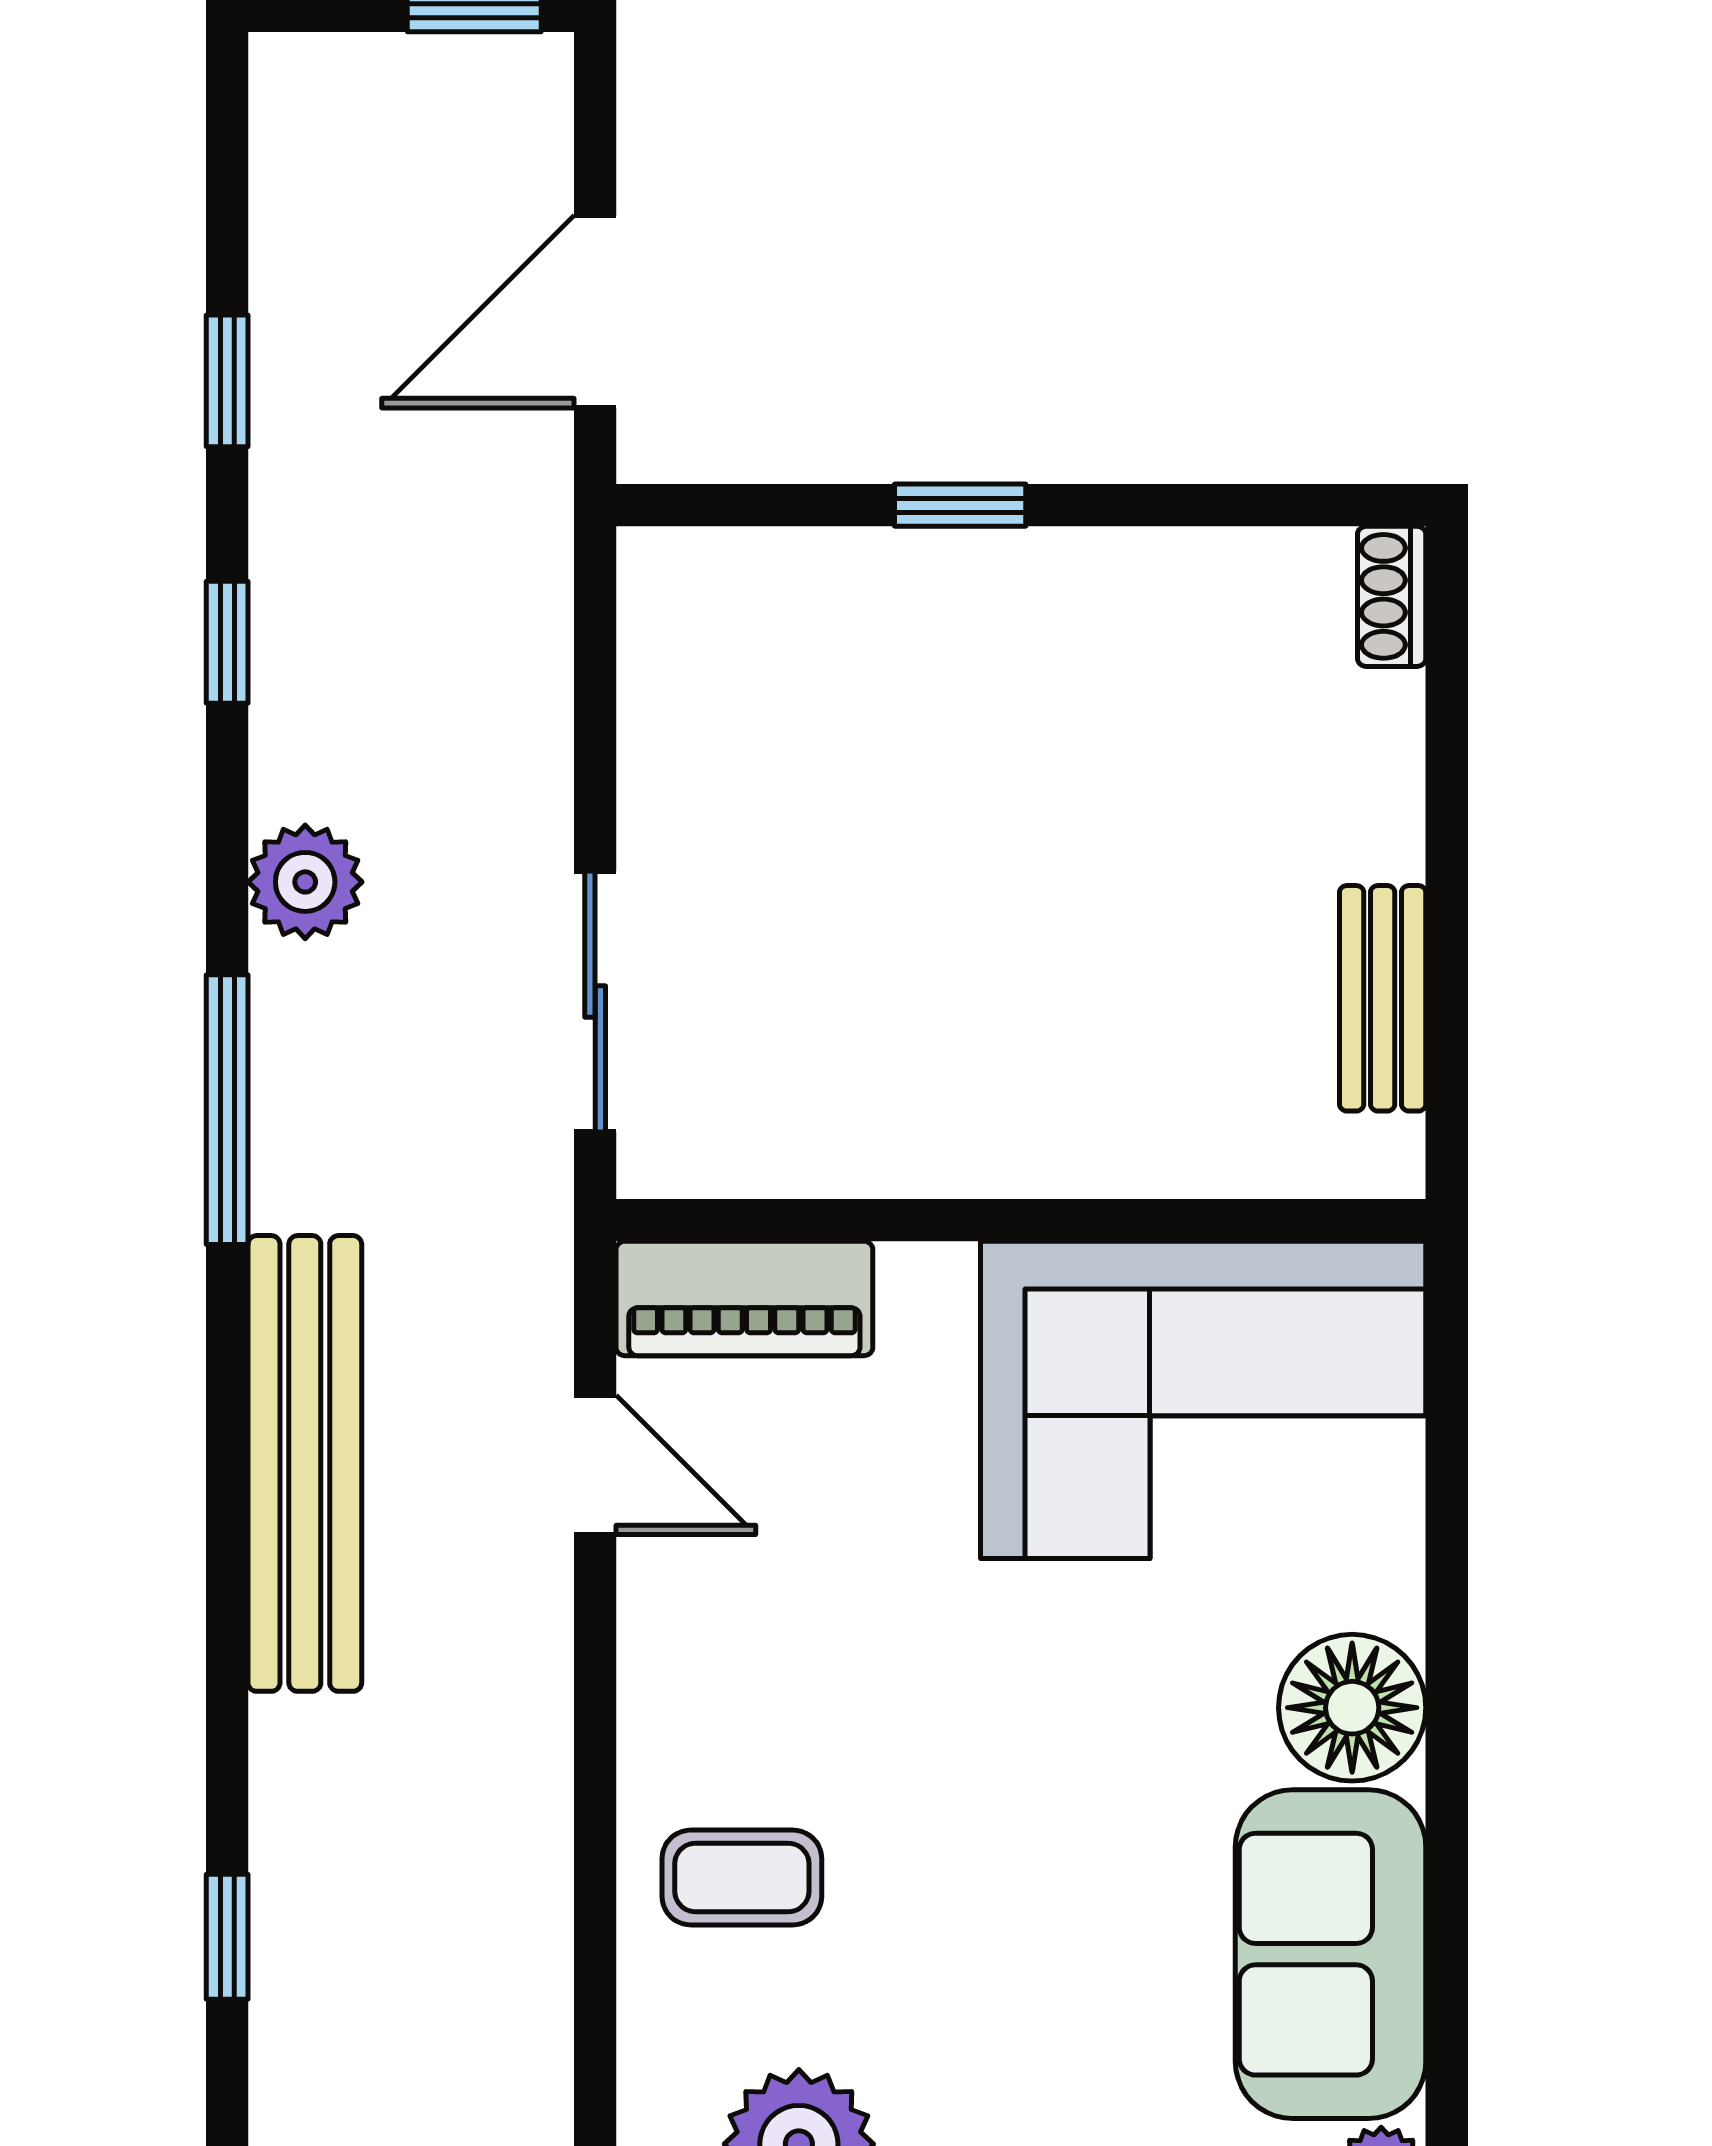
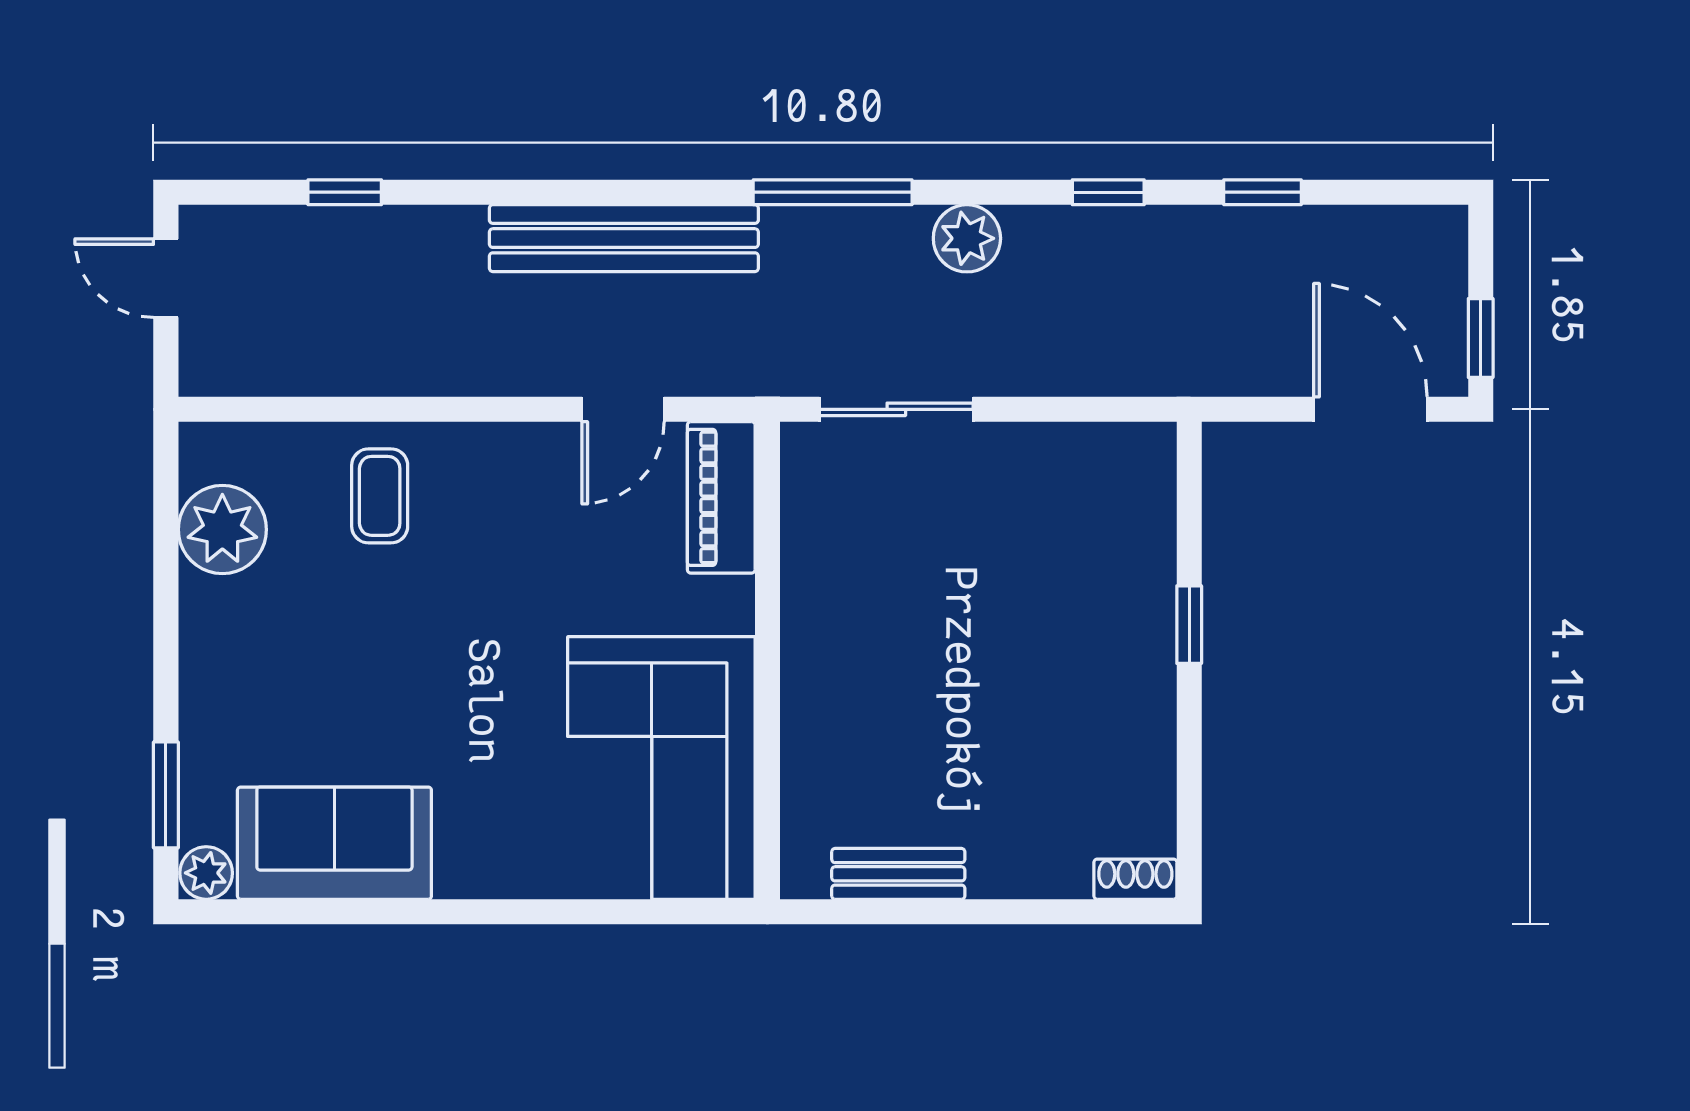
door: (595, 312) -> (1370, 409), moved
floor lamp: (1352, 1708) -> (480, 856), removed

